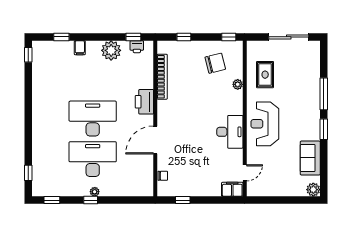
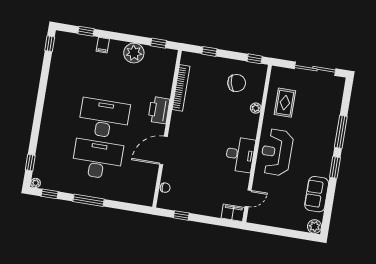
printer: (137, 47) -> (160, 53), removed
plant: (95, 192) -> (36, 183), moved
window: (91, 200) -> (89, 200), width x2.17

